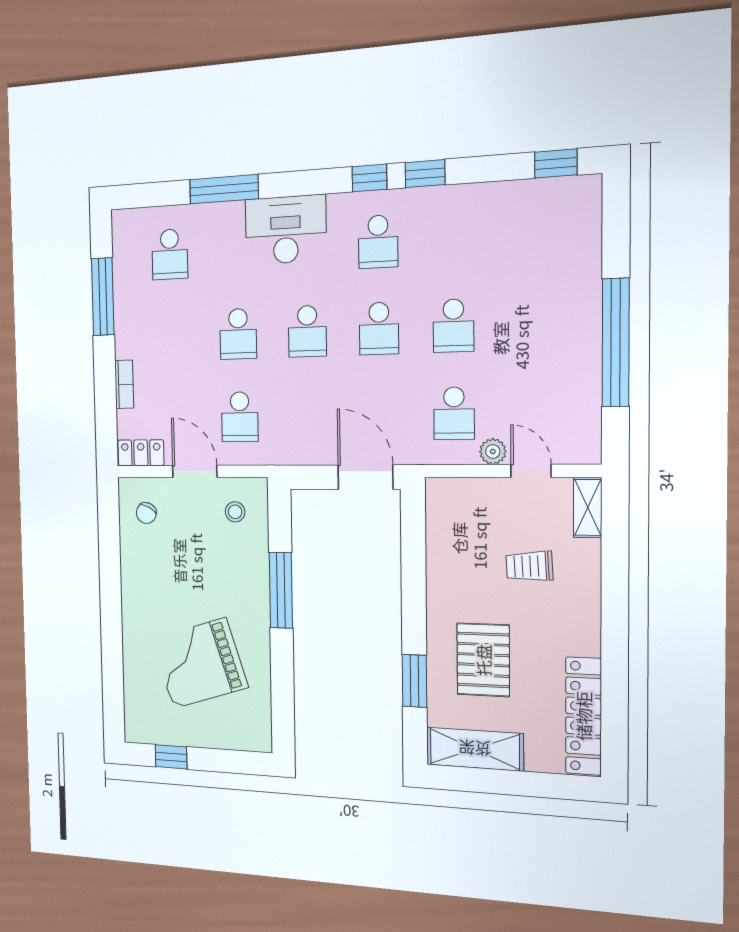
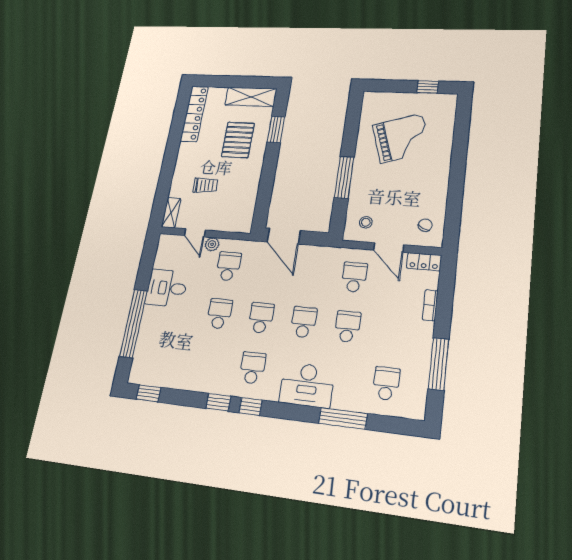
window: (616, 343) -> (133, 323), moved
desk: (564, 360) -> (167, 288), added

